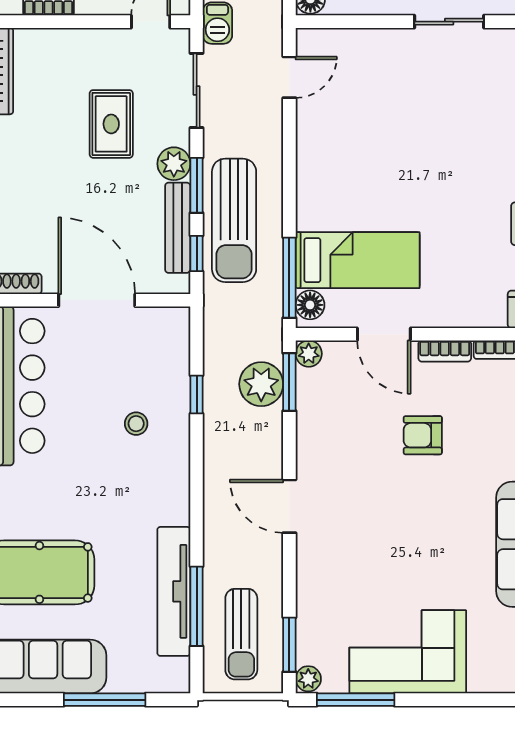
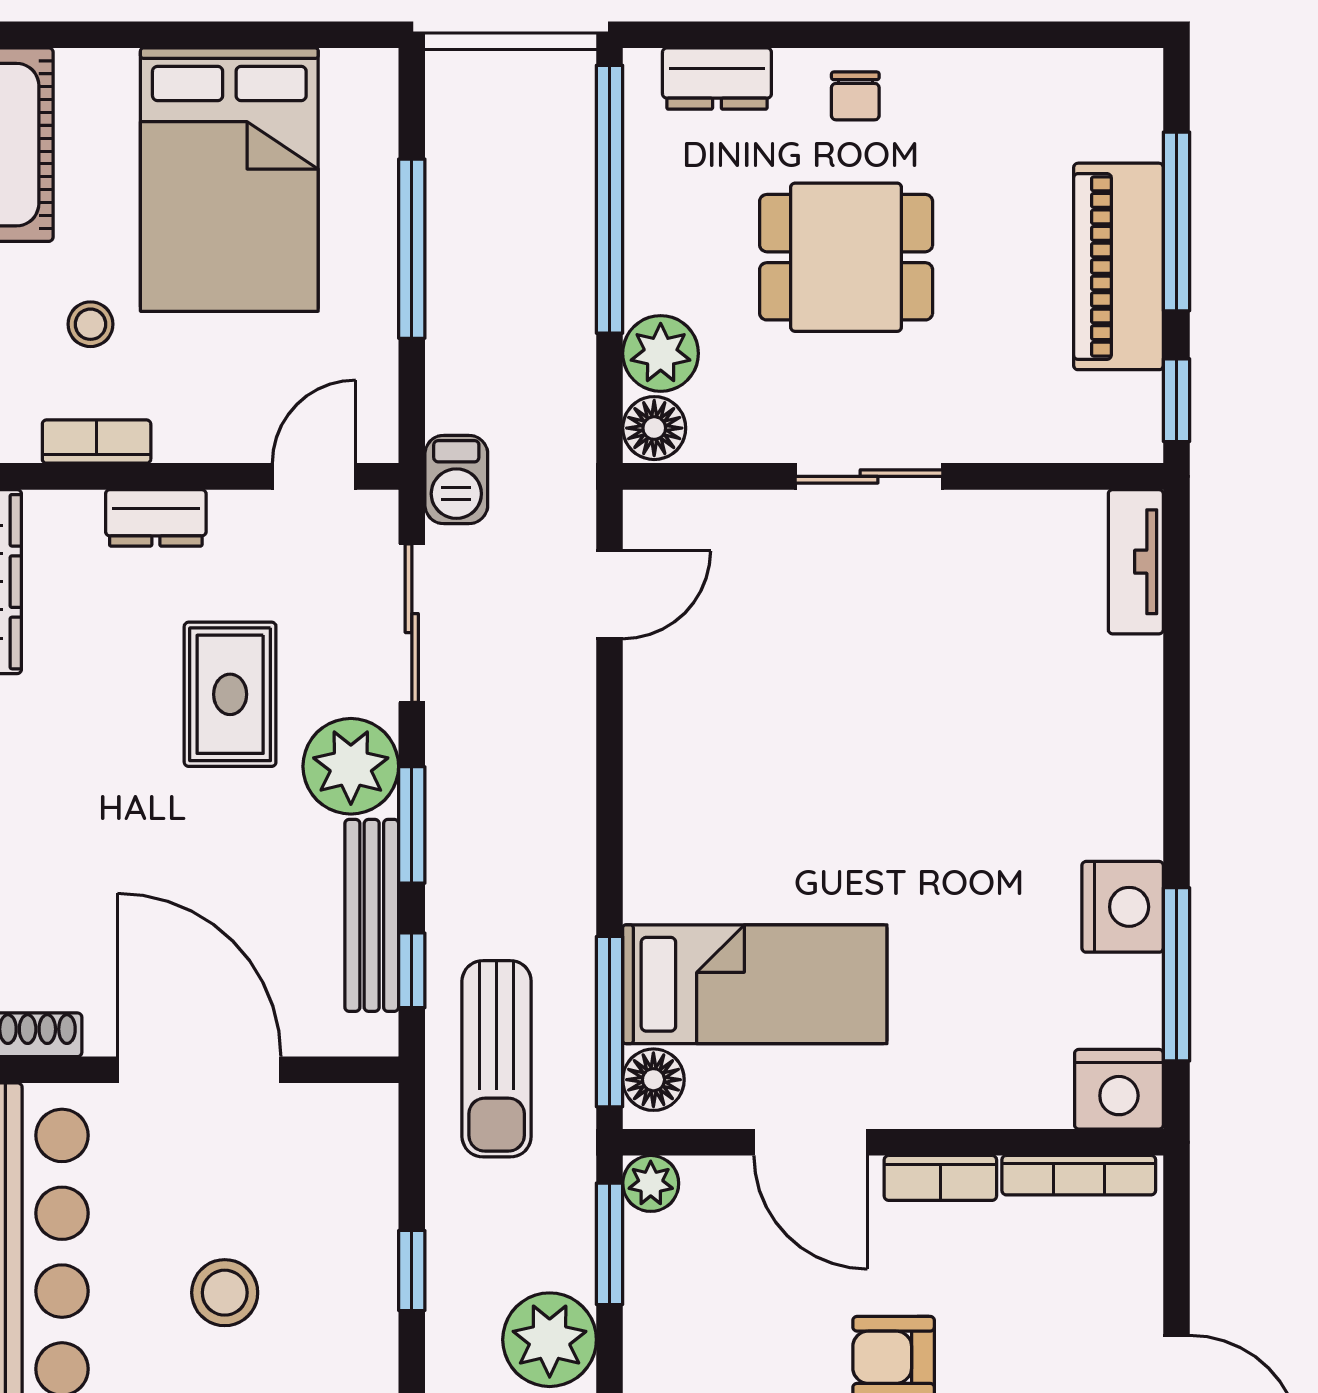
sliding door: (449, 22) -> (869, 476), moved
dresser: (76, 41) -> (156, 518), added
plant: (174, 164) -> (351, 766), width x1.36, depth x1.36
sun lounger: (234, 220) -> (497, 1059), moved, width x0.73, depth x0.75
plant: (261, 384) -> (550, 1340), moved
stool: (136, 424) -> (225, 1293), moved, width x1.37, depth x1.37

